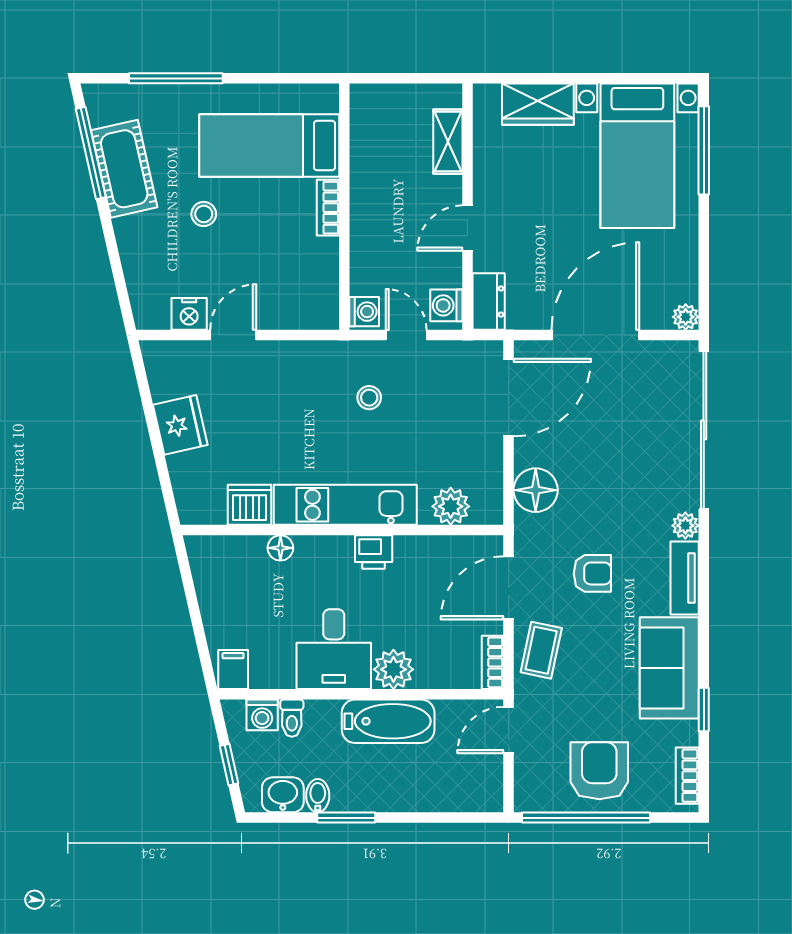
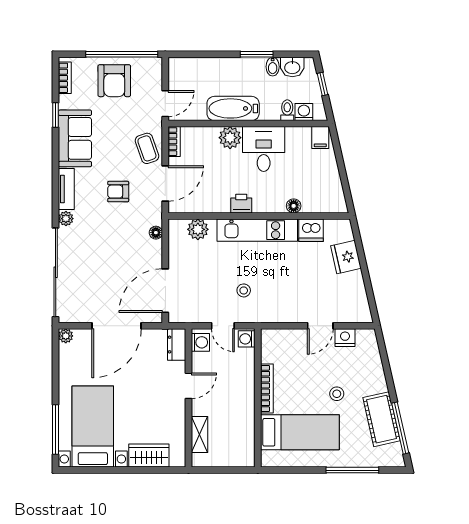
bookcase: (328, 208) -> (267, 388), width x1.56
fridge: (180, 425) -> (346, 257), moved
floor lamp: (536, 490) -> (156, 233), width x0.53, depth x0.53
coffee table: (541, 650) -> (147, 148), turned -31

